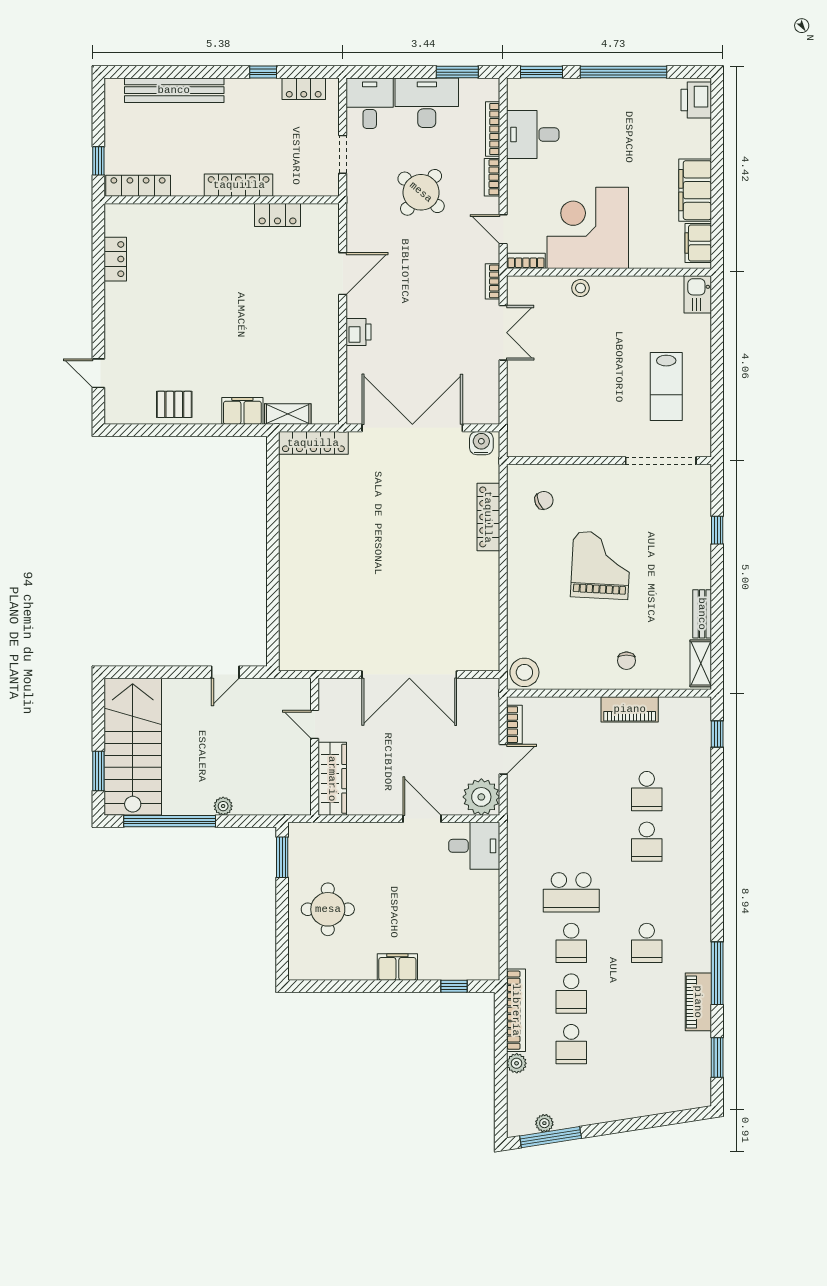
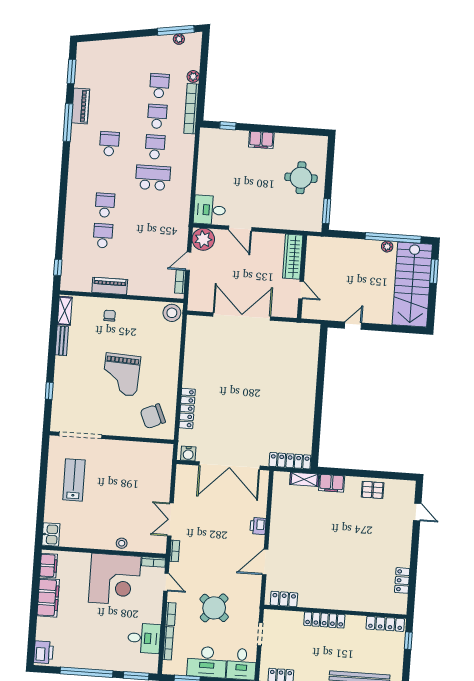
locker: (277, 215) -> (284, 599), moved
chair: (544, 500) -> (153, 416), width x1.87, depth x1.87
plant: (223, 806) -> (387, 247), moved

